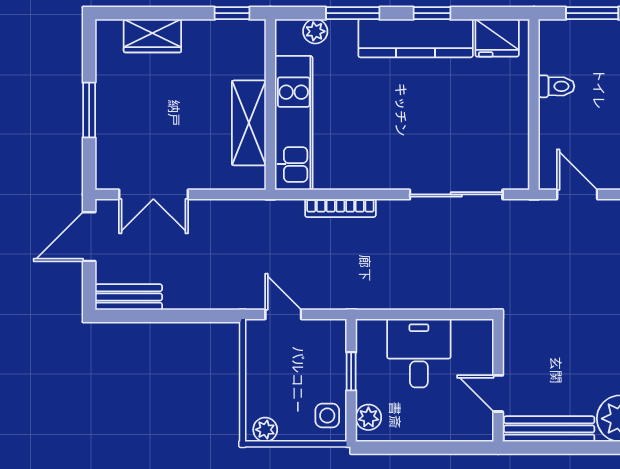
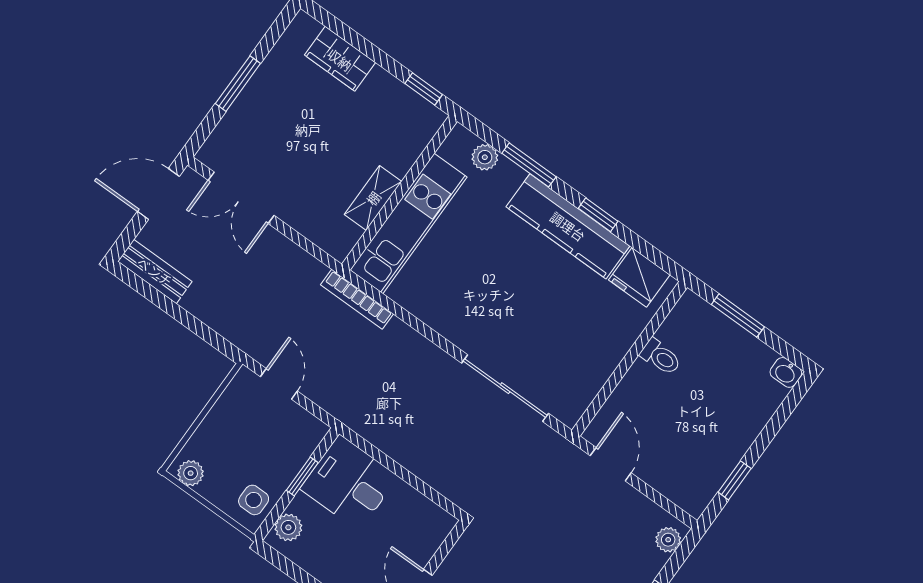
shelving: (249, 123) -> (373, 198), width x0.67, depth x0.75
bookcase: (340, 208) -> (357, 299), moved
desk: (419, 353) -> (349, 483), moved, turned -90

